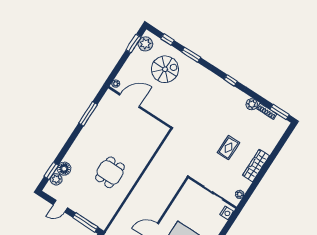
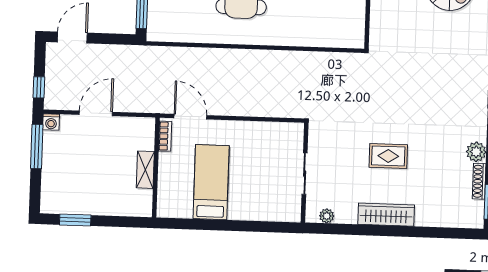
nightstand: (227, 213) -> (286, 213), removed

